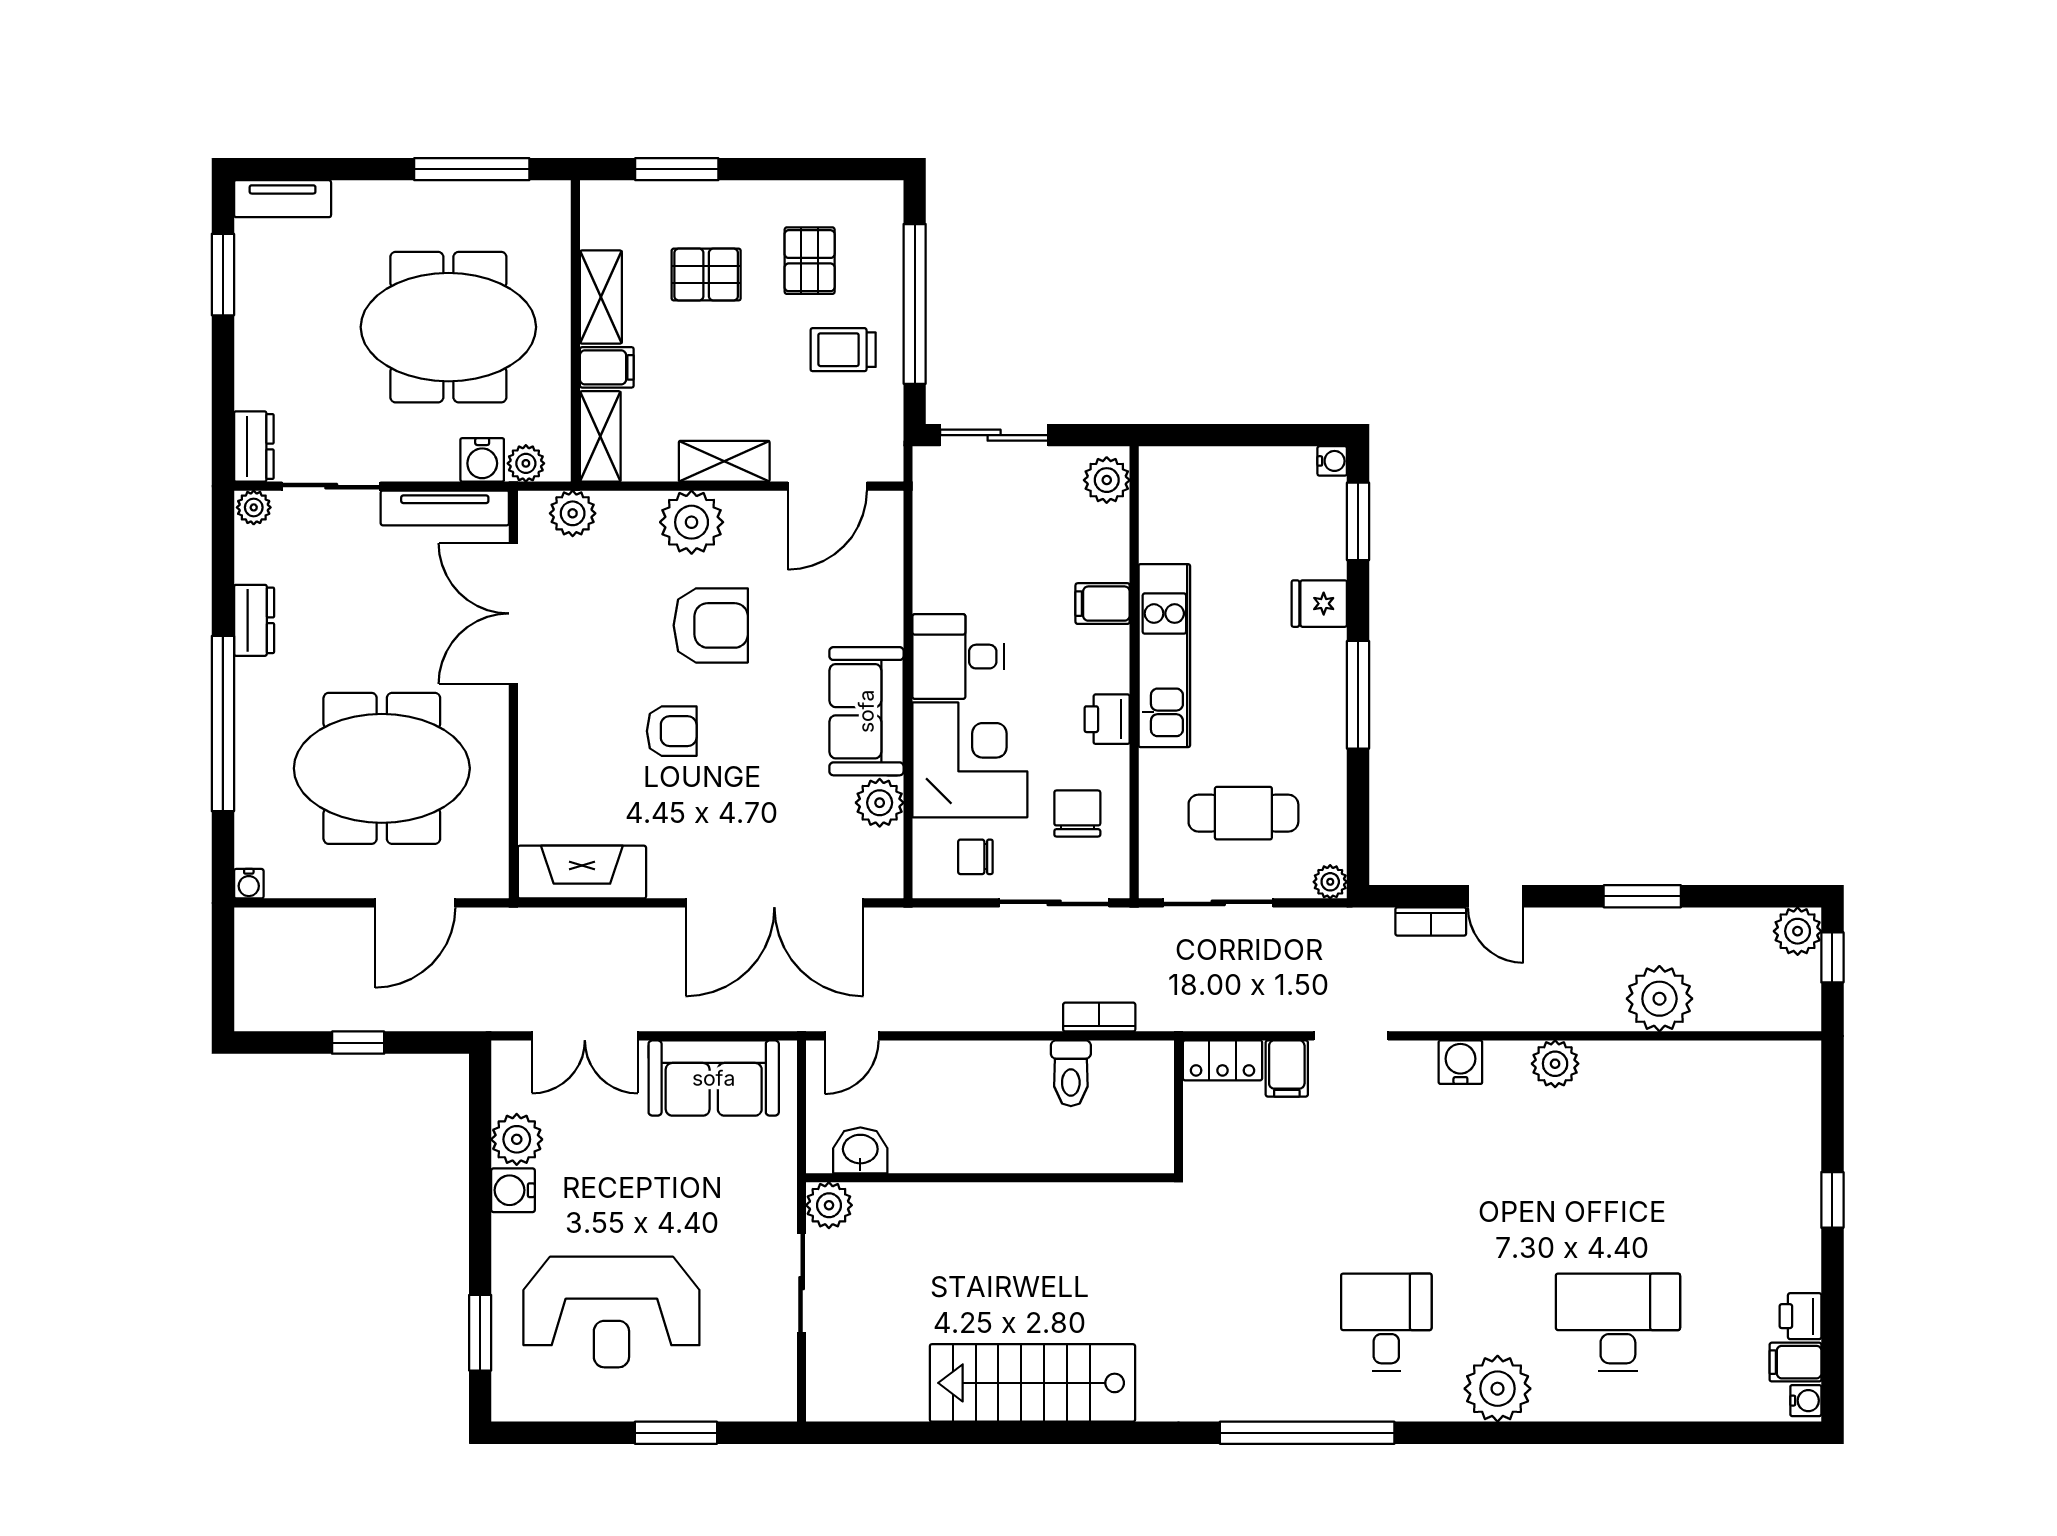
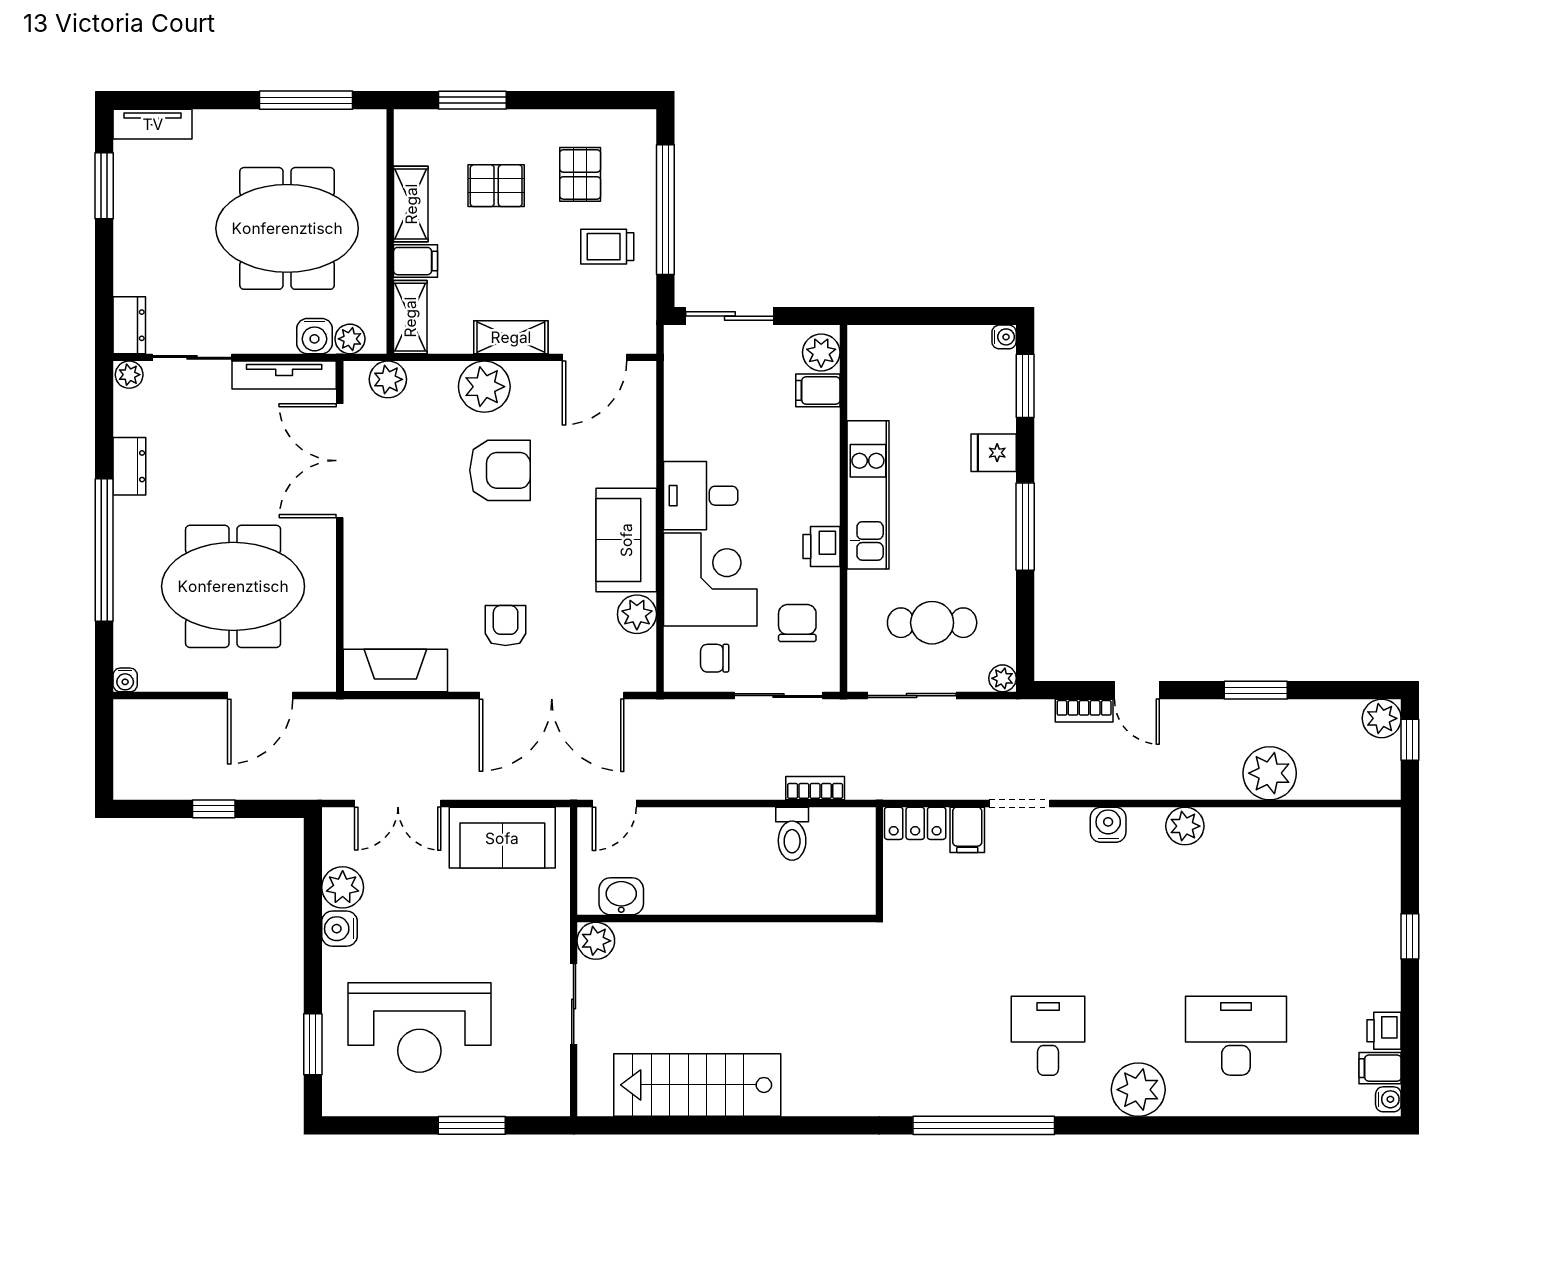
filing cabinet: (1103, 604) -> (818, 390), moved
armchair: (672, 731) -> (506, 626), moved, turned -90
stairs: (1032, 1383) -> (697, 1085), moved

